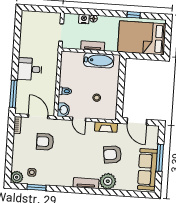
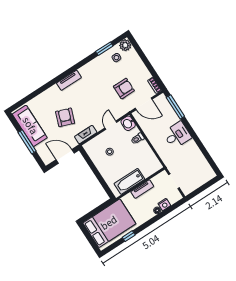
door: (79, 119) -> (111, 125), hinge flipped
armchair: (112, 154) -> (65, 117), turned -63
plant: (108, 181) -> (53, 94), removed

